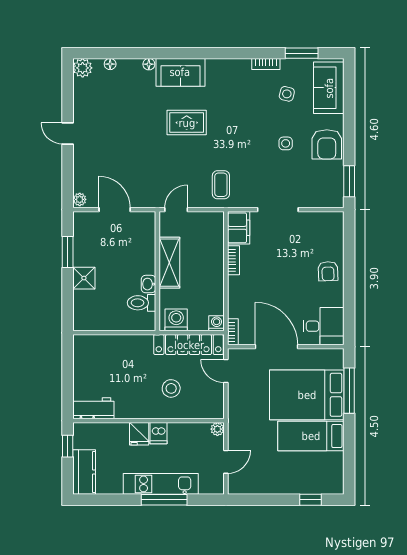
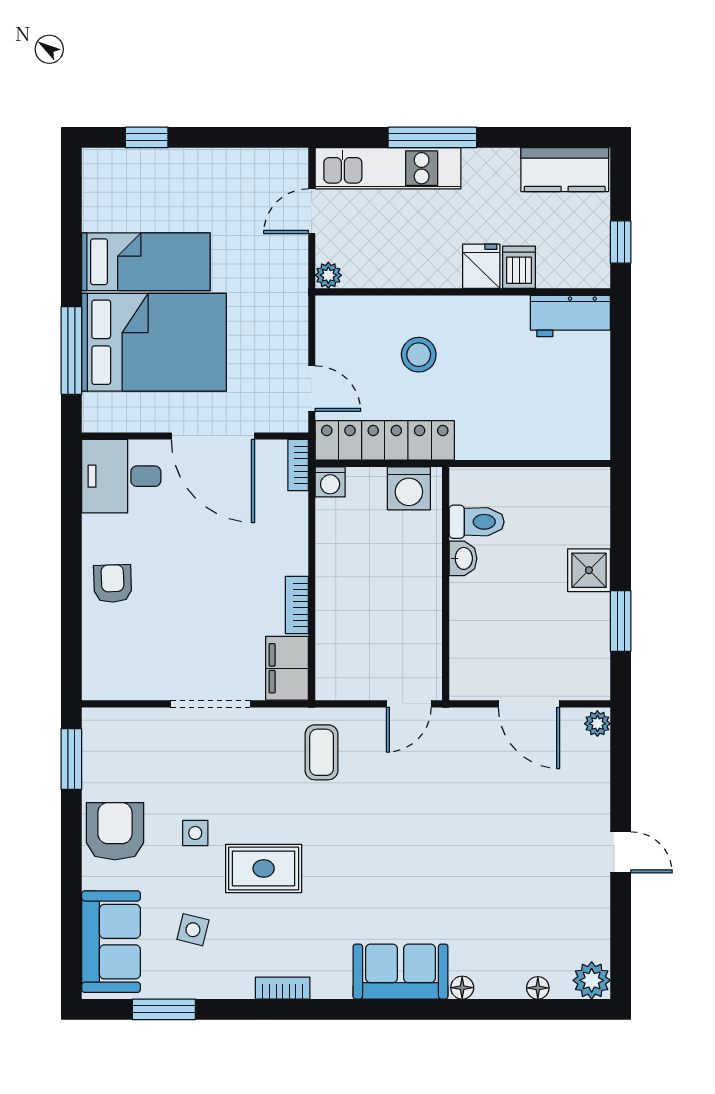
bookcase: (266, 64) -> (283, 988), moved
rug: (187, 123) -> (264, 868), moved
shelving: (169, 263) -> (422, 600), removed
dishwasher: (158, 433) -> (519, 267), moved
kitchen counter: (84, 472) -> (565, 170), moved, turned -90
kitchen unit: (161, 484) -> (388, 168), moved

